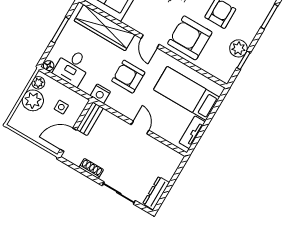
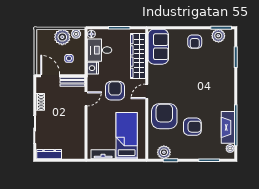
plant: (238, 48) -> (164, 152), moved
nightstand: (100, 94) -> (93, 68), moved
door: (140, 128) -> (86, 99), moved

